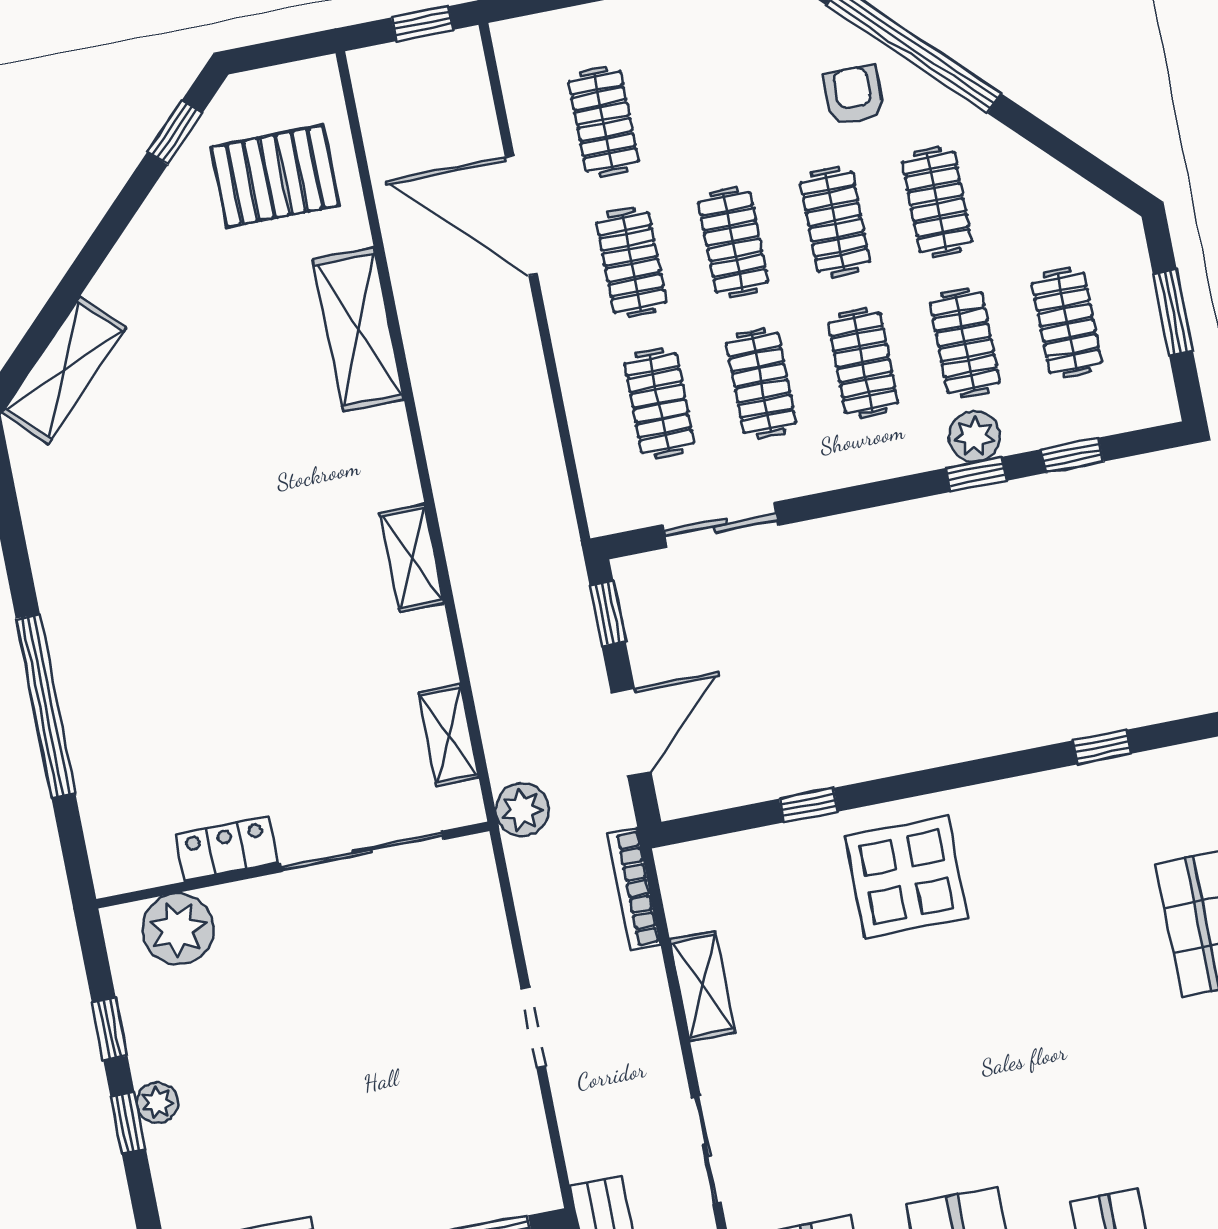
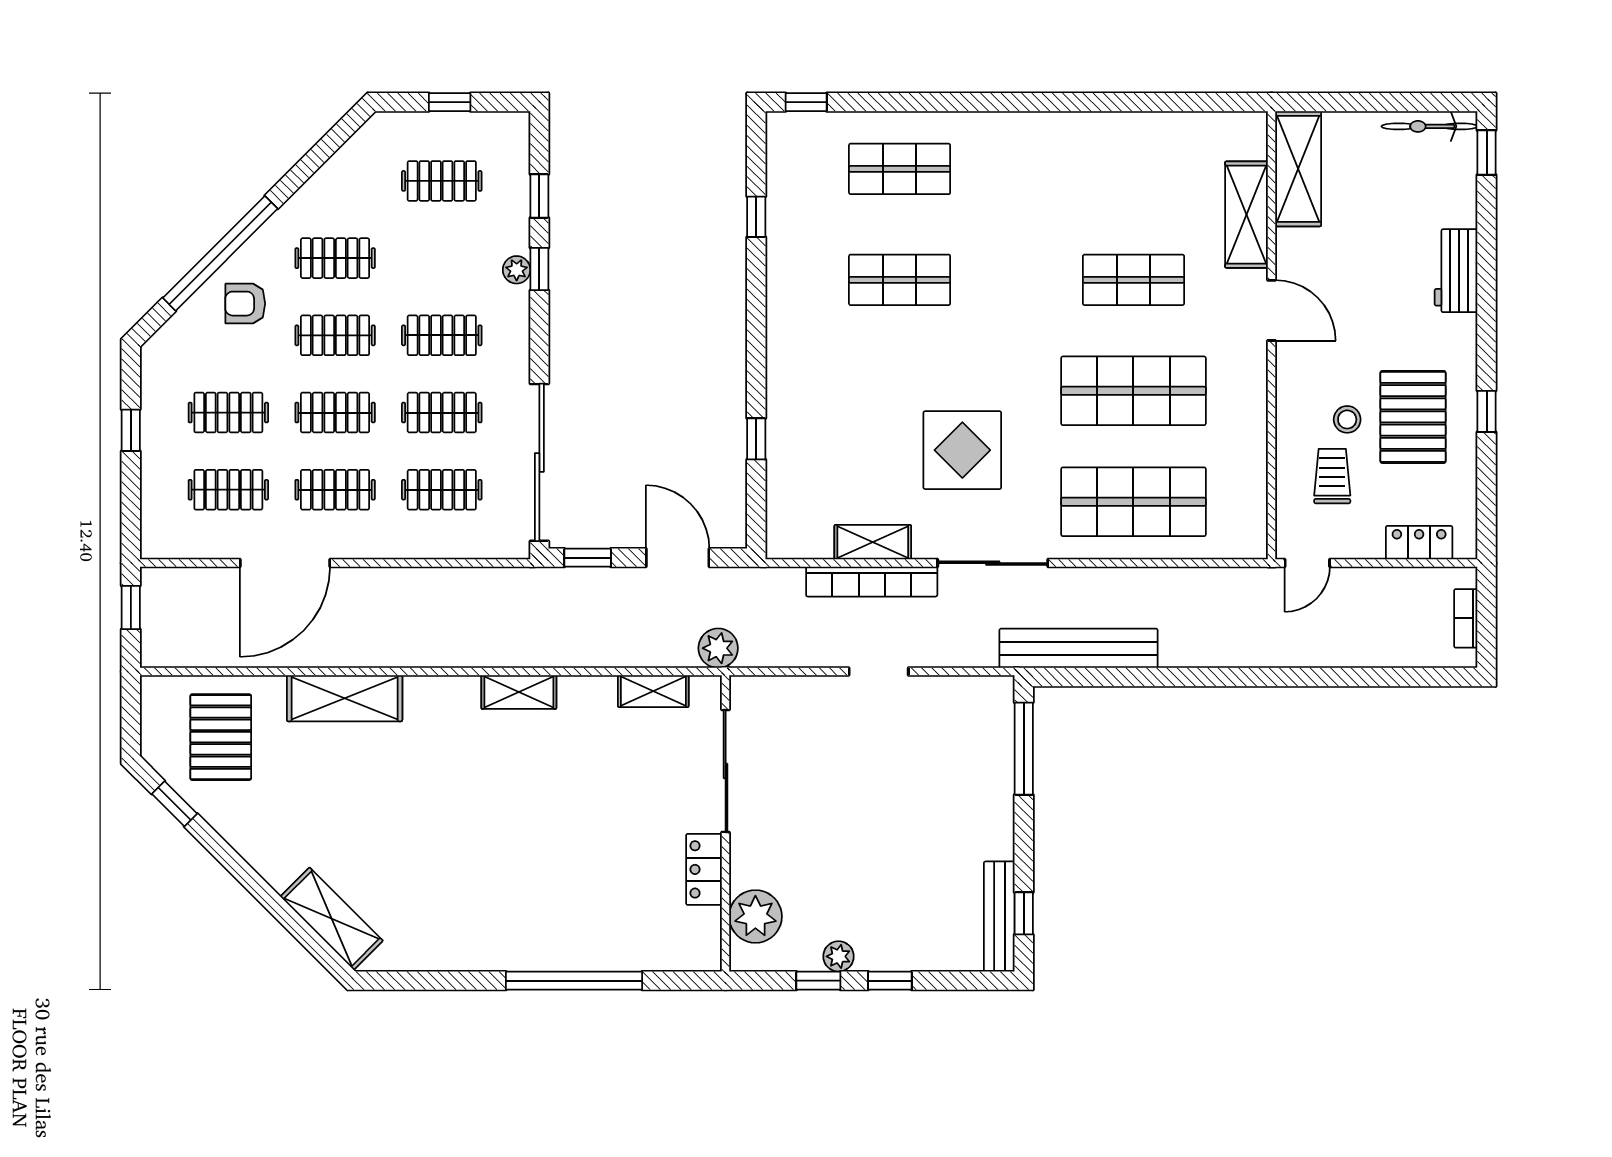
window: (1173, 312) -> (450, 102), width x0.67
clothes rail: (965, 343) -> (228, 413), moved
plant: (974, 436) -> (517, 270), width x0.73, depth x0.73
sliding door: (721, 525) -> (539, 462), width x1.86
display table: (906, 877) -> (962, 450), moved
bookcase: (634, 889) -> (872, 582), moved, width x1.48, depth x1.31
shop shelf: (1056, 953) -> (900, 280), added
plant: (157, 1103) -> (839, 956), moved
sliding door: (706, 1150) -> (993, 563), width x1.37

